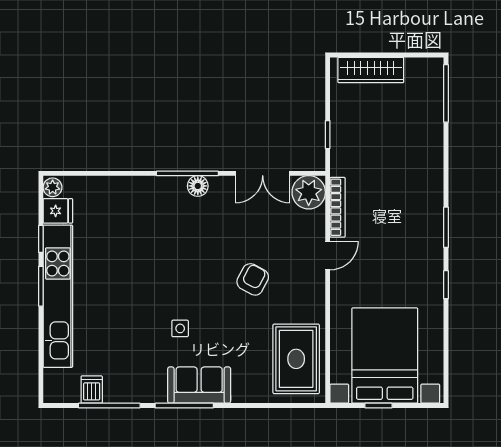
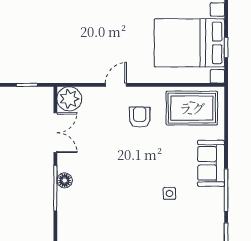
bookcase: (338, 207) -> (80, 78), removed
door: (328, 256) -> (116, 85), hinge flipped
armchair: (253, 279) -> (140, 117), moved, turned 62
sofa: (199, 385) -> (211, 163), moved

